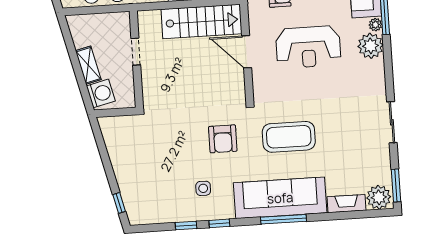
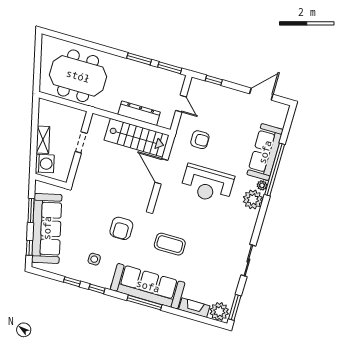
coffee table: (289, 137) -> (170, 244), width x0.73, depth x0.76
window: (105, 157) -> (31, 210), added
sofa: (132, 172) -> (47, 228), added

